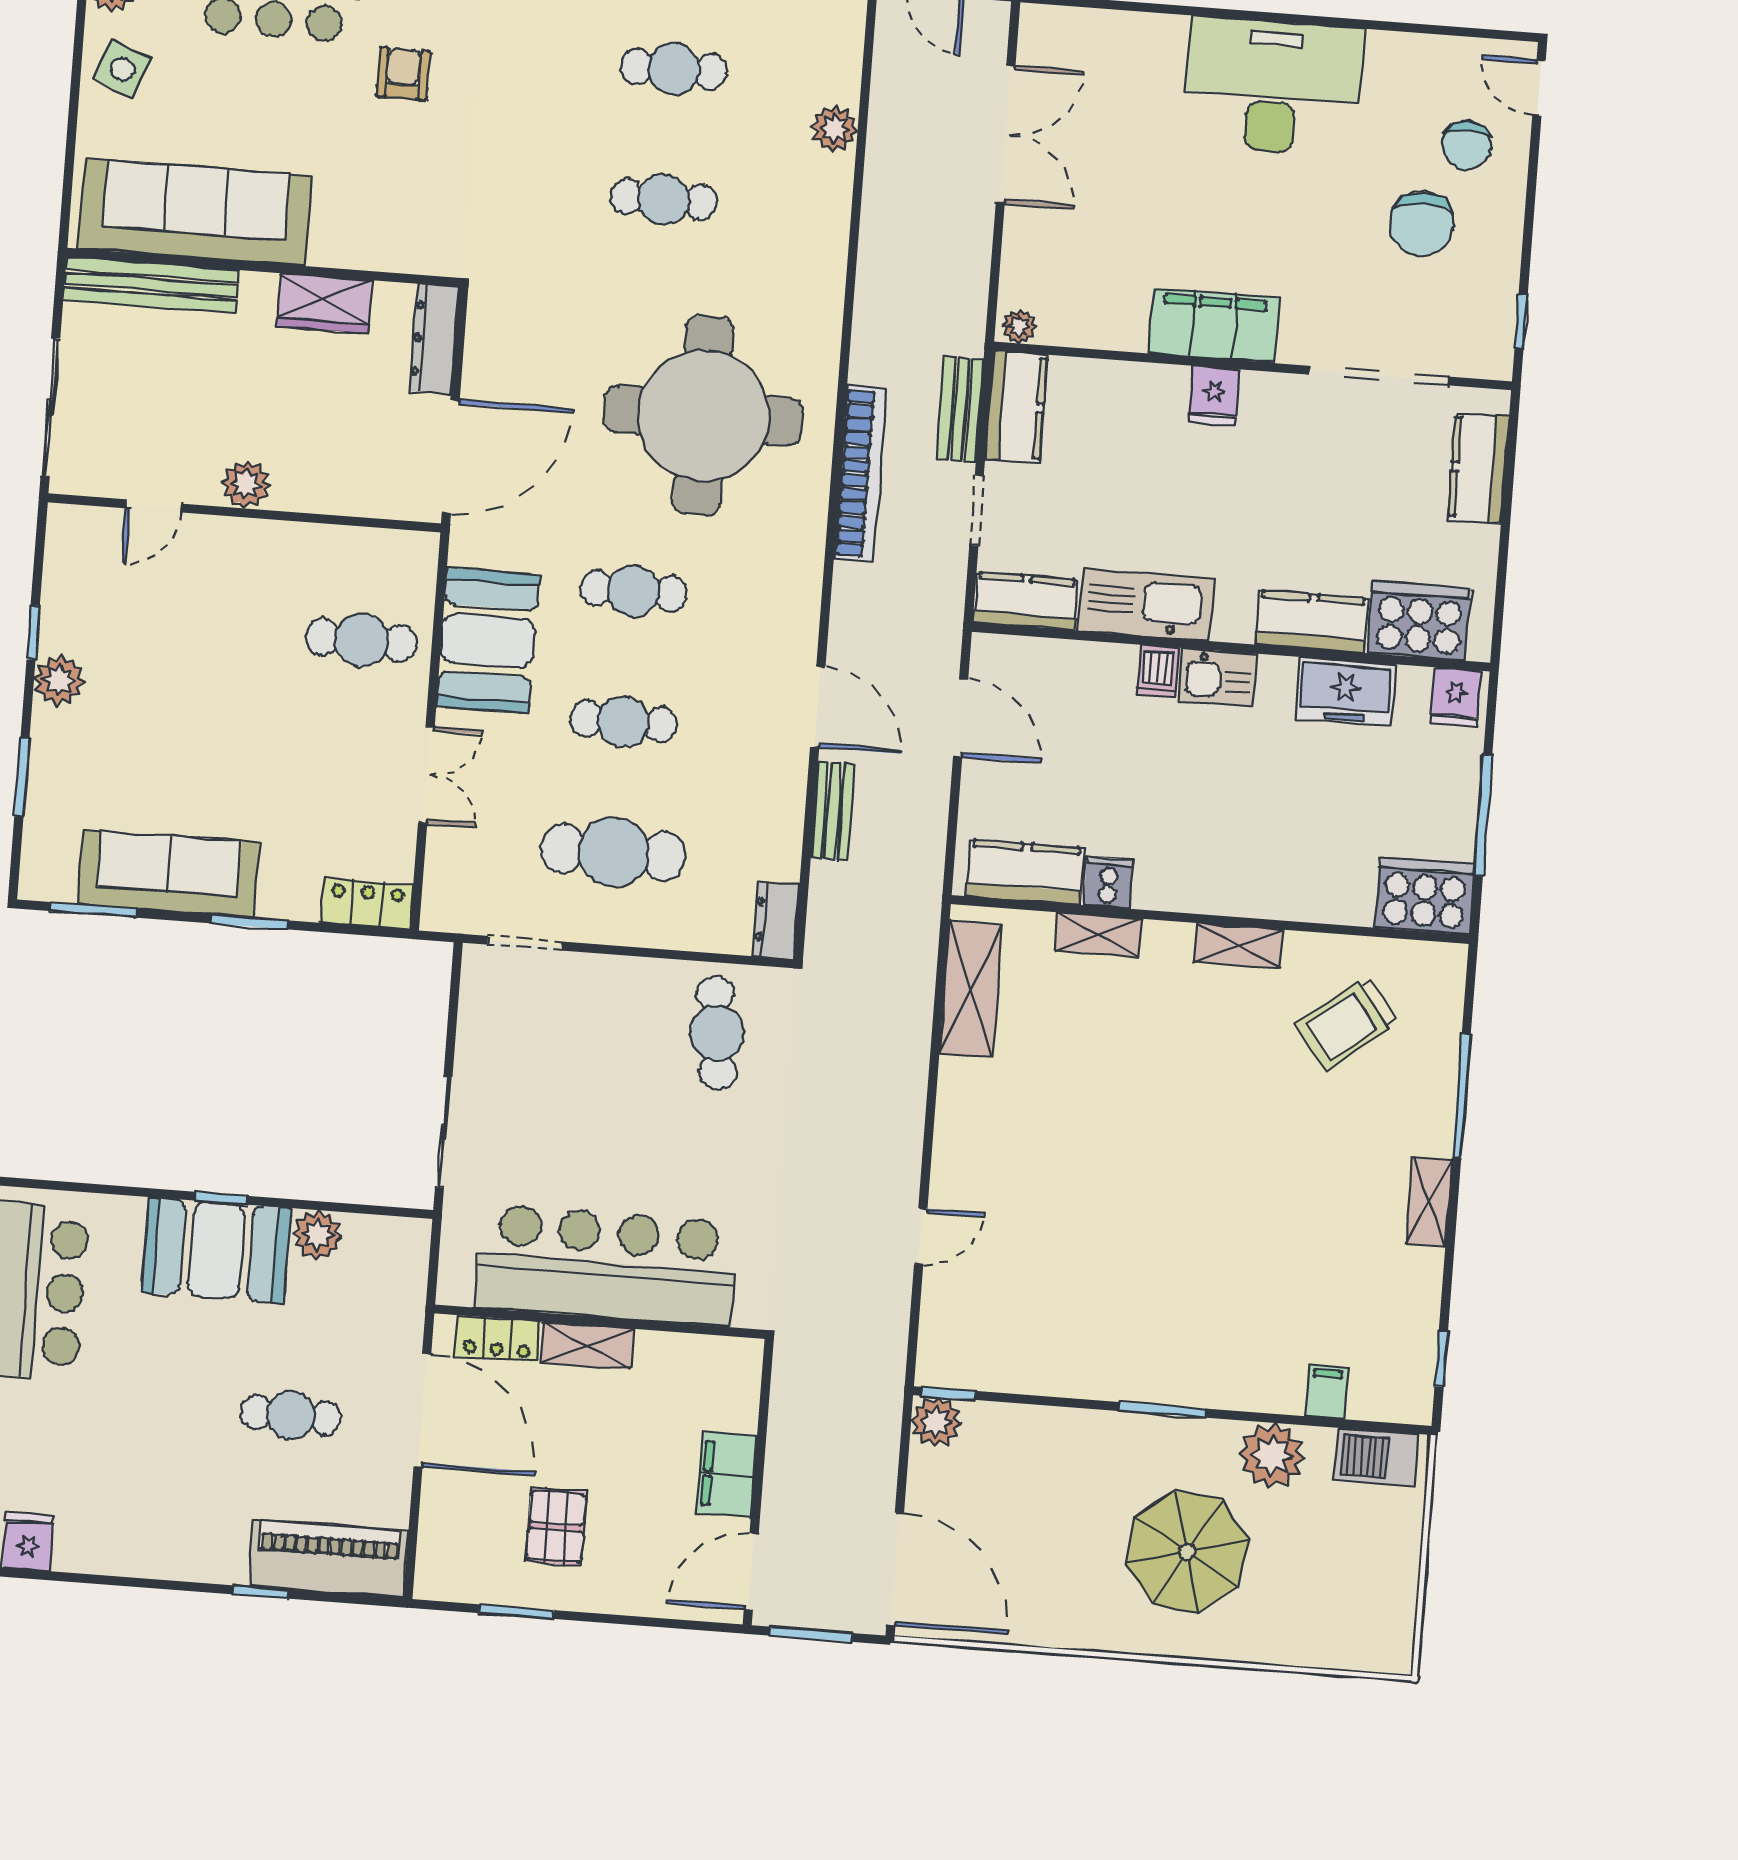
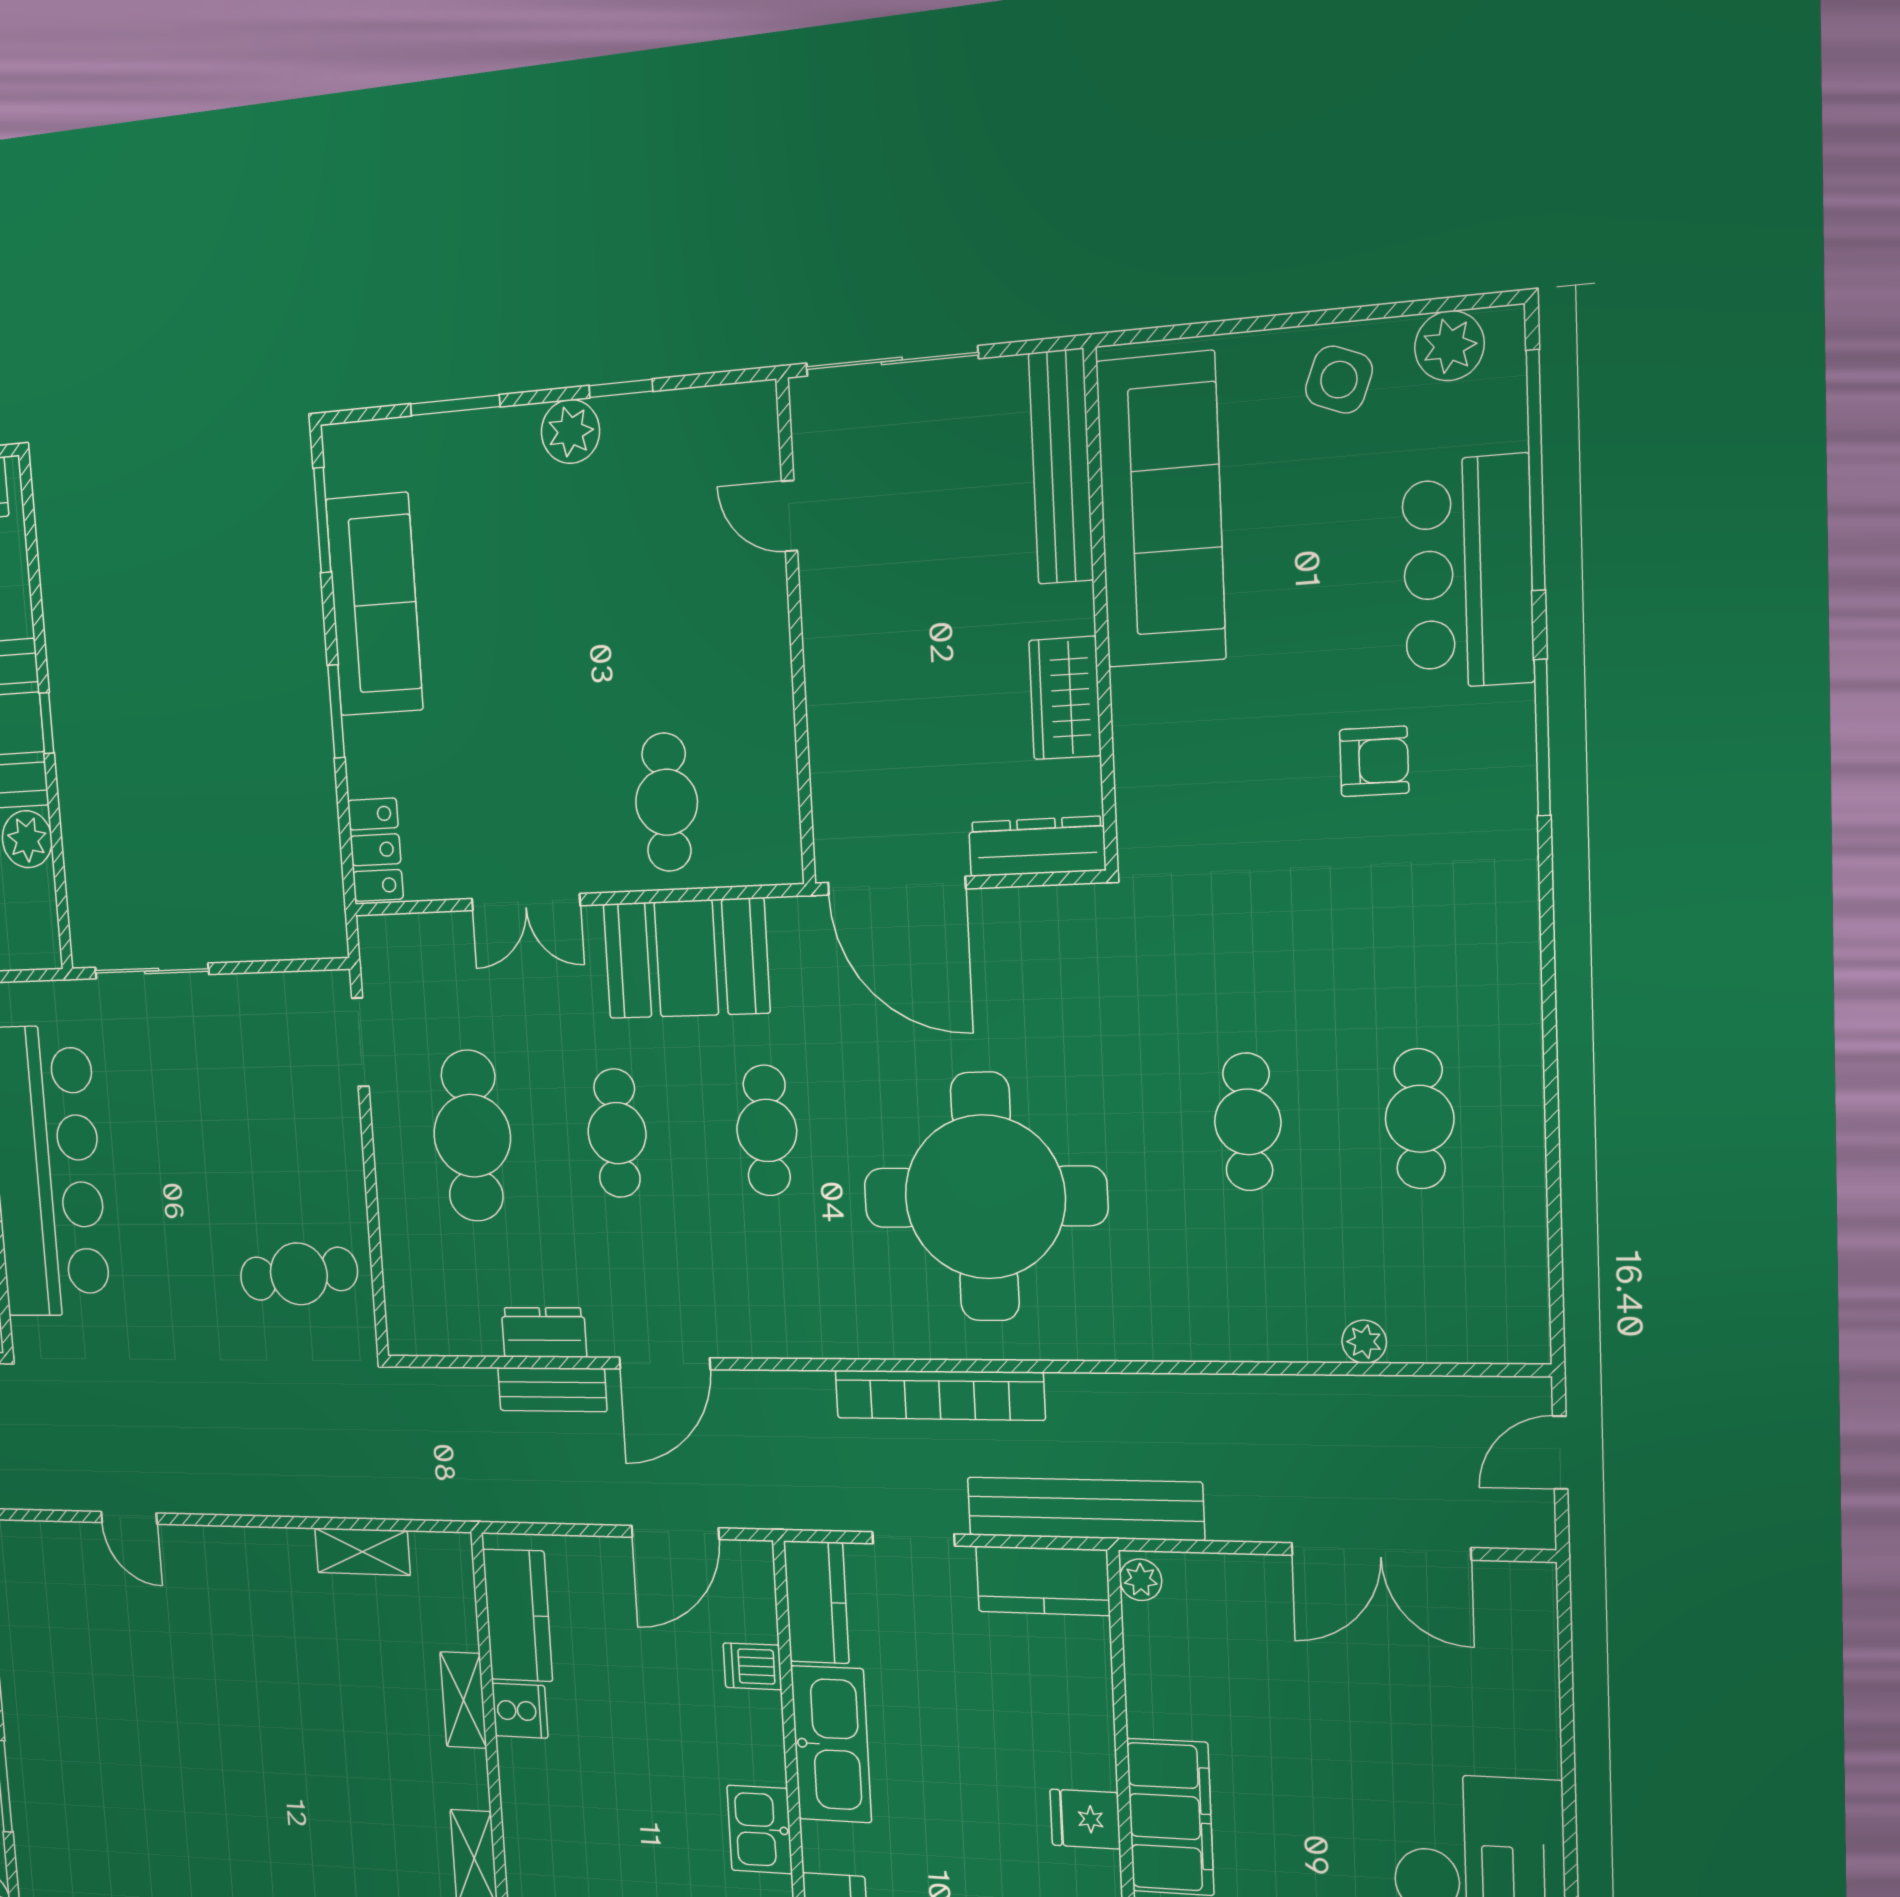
plant: (835, 129) -> (1364, 1342), width x0.73, depth x0.73
bench: (960, 409) -> (1085, 1509), width x1.86, depth x1.21
plant: (246, 484) -> (830, 630), removed
dishwasher: (1158, 671) -> (752, 1666), moved
dresser: (776, 920) -> (544, 1332), moved
shelving: (971, 989) -> (362, 1552), width x0.67, depth x0.75

